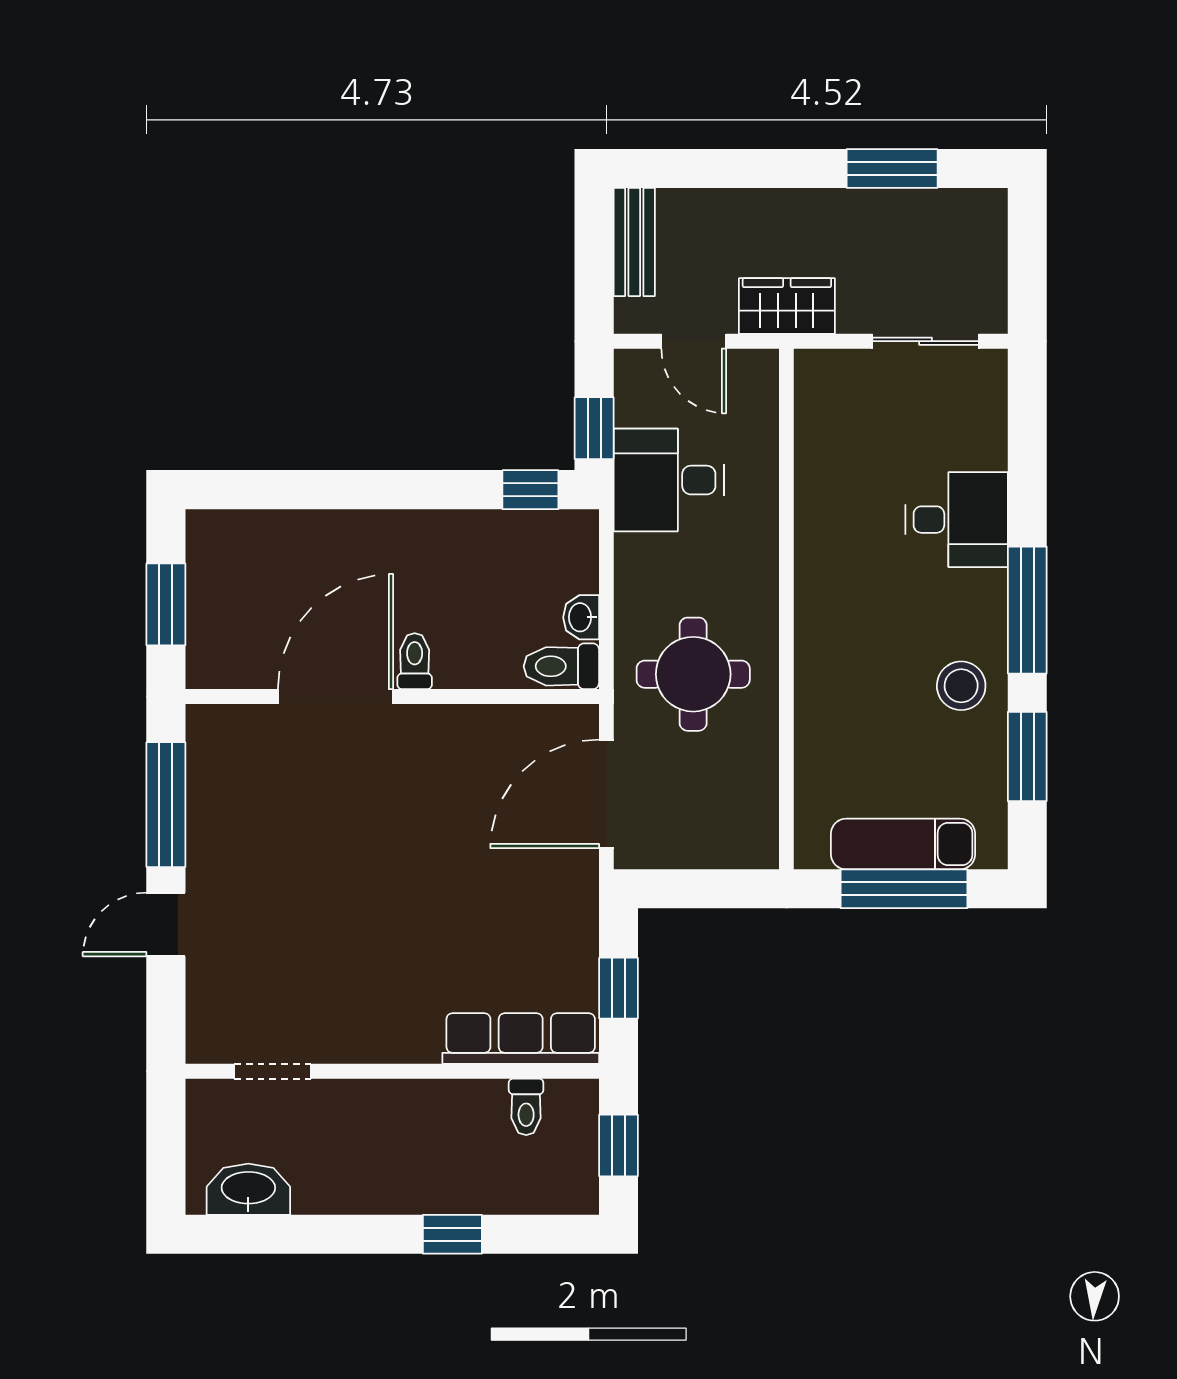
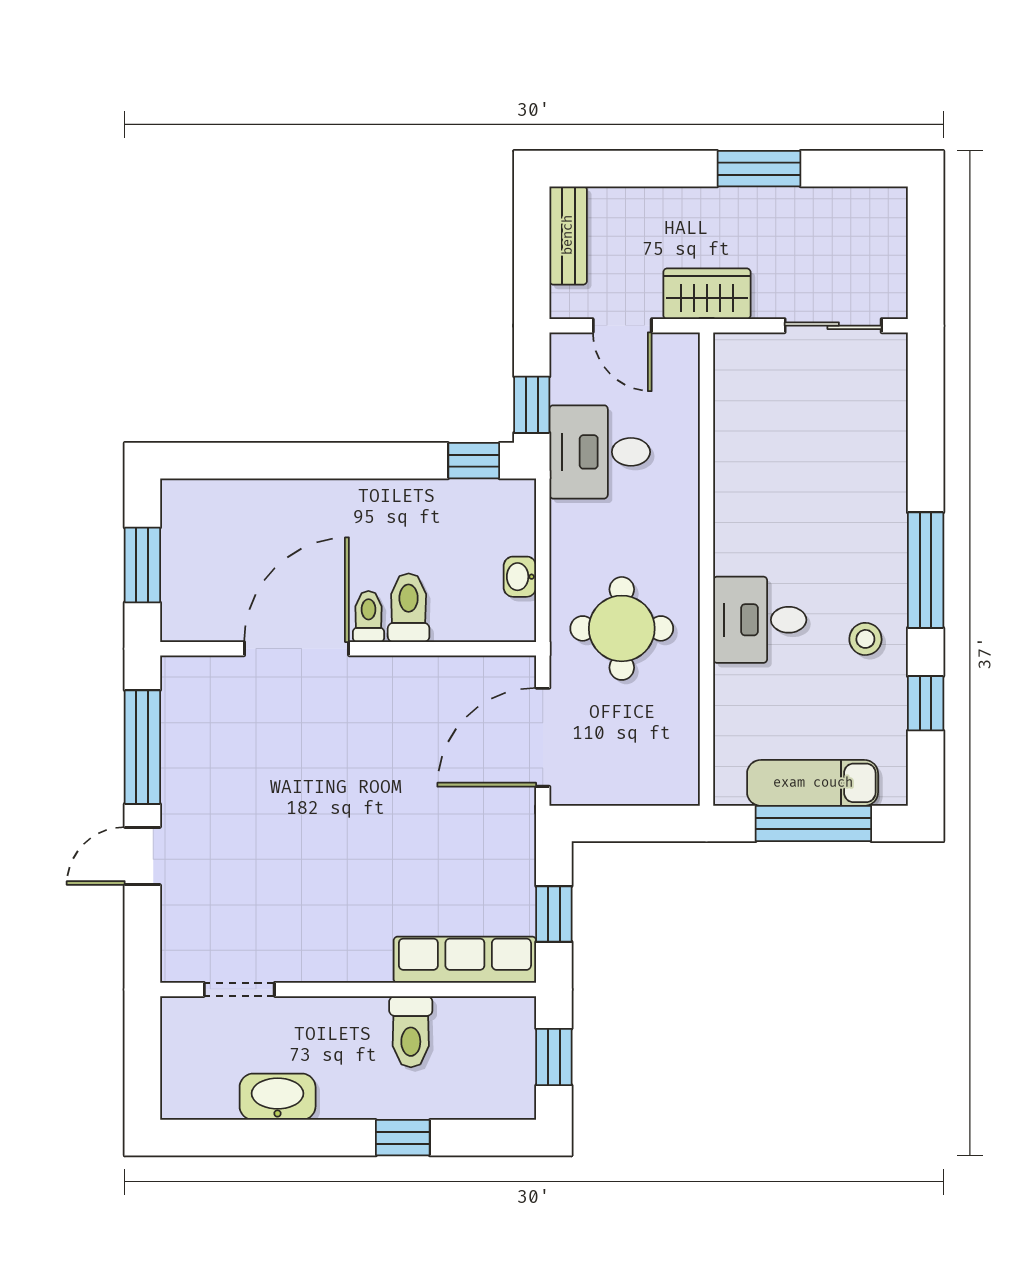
window: (892, 168) -> (759, 169), moved
desk: (957, 520) -> (760, 620), moved, turned 180
toilet: (561, 666) -> (409, 608), moved, turned 90
stool: (961, 686) -> (865, 639), width x0.73, depth x0.73
window: (1027, 757) -> (926, 703), width x0.67
toilet: (526, 1107) -> (411, 1032), moved, width x1.37, depth x1.39
washbasin: (248, 1189) -> (278, 1097), moved

